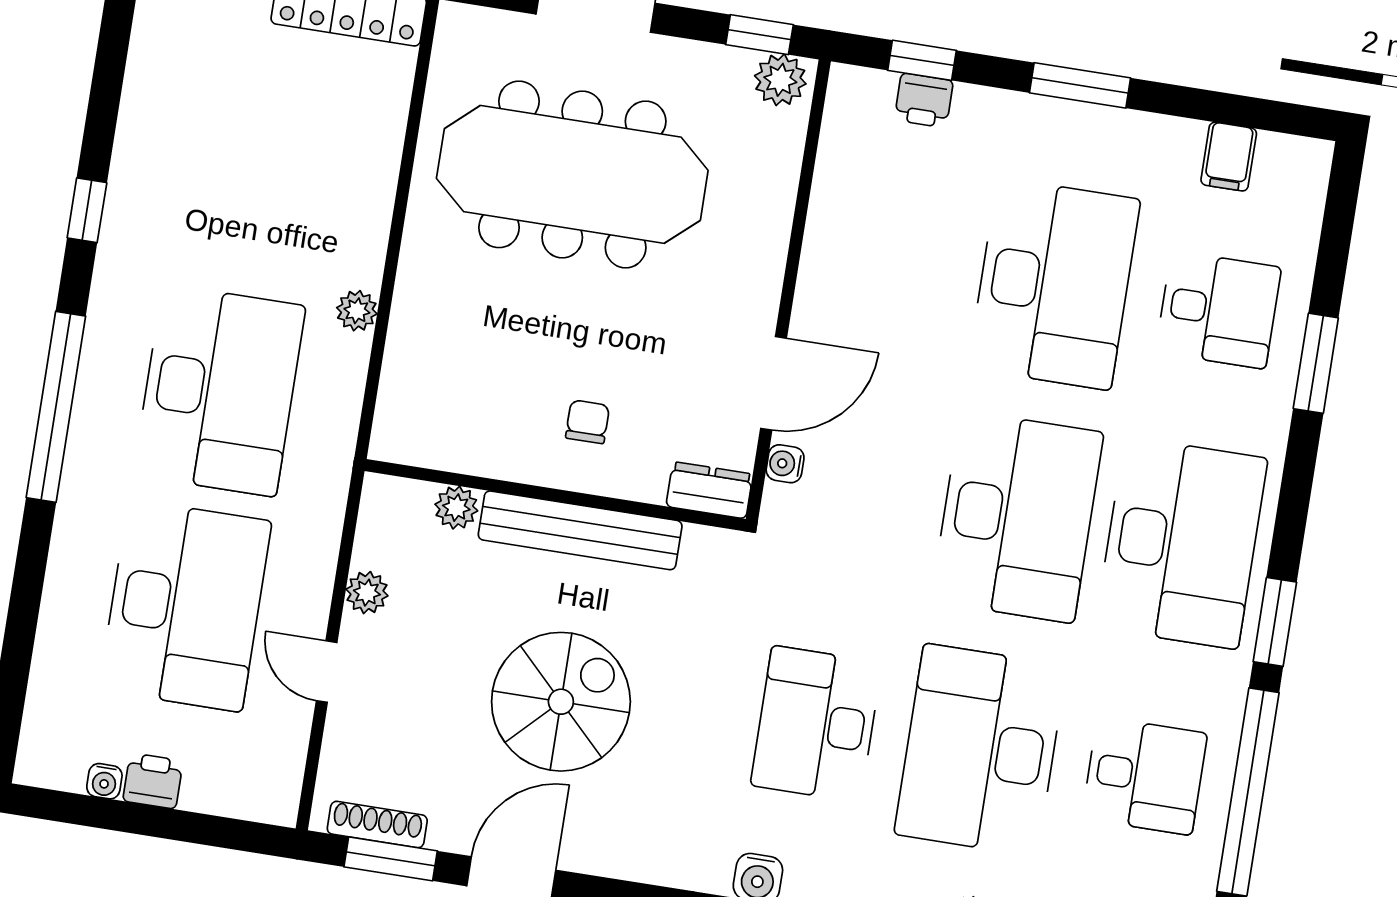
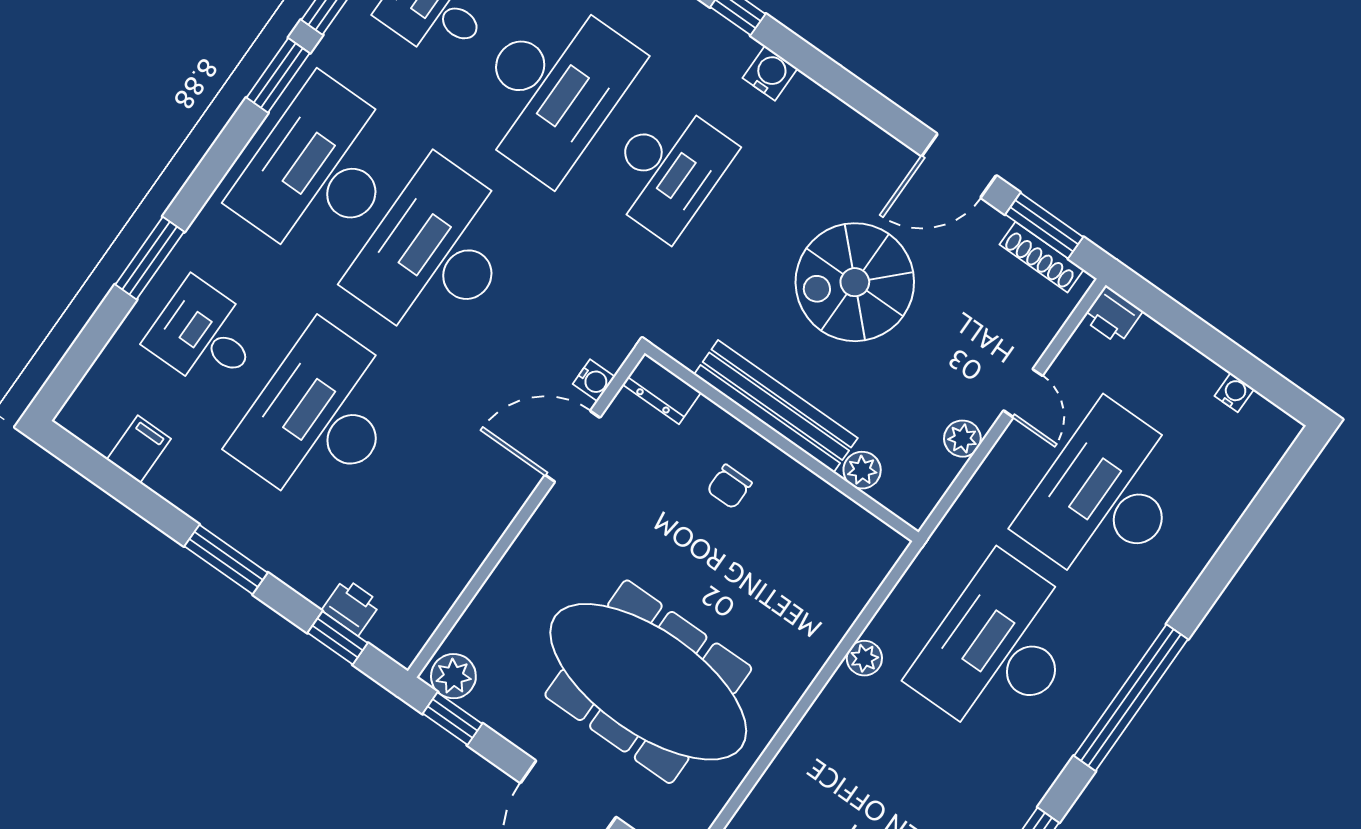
printer: (153, 781) -> (1112, 315), moved

